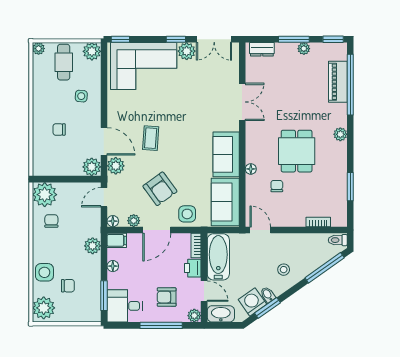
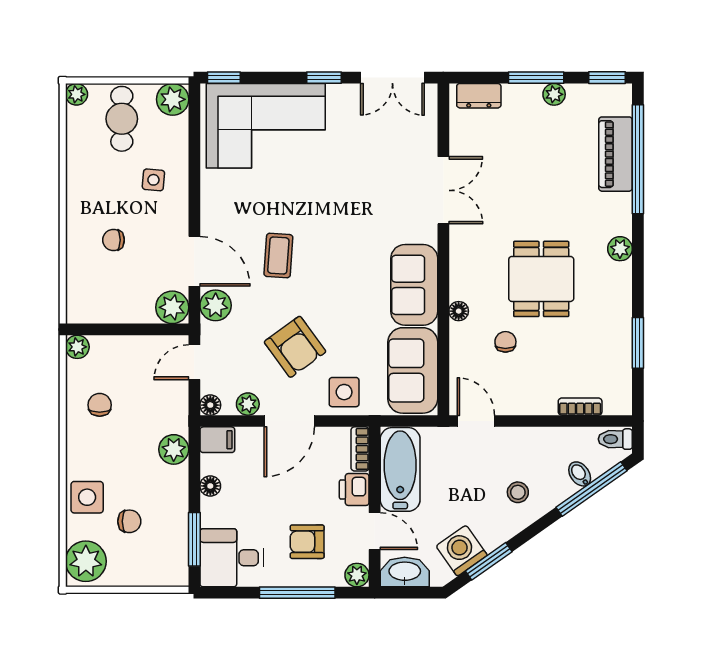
plant: (187, 51) -> (343, 99), removed
plant: (45, 195) -> (77, 347), width x0.53, depth x0.53
bidet: (268, 295) -> (580, 474), moved

